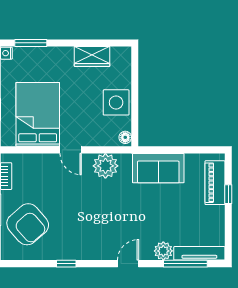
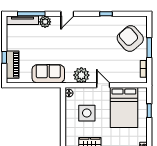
side table: (116, 102) -> (87, 113), moved

